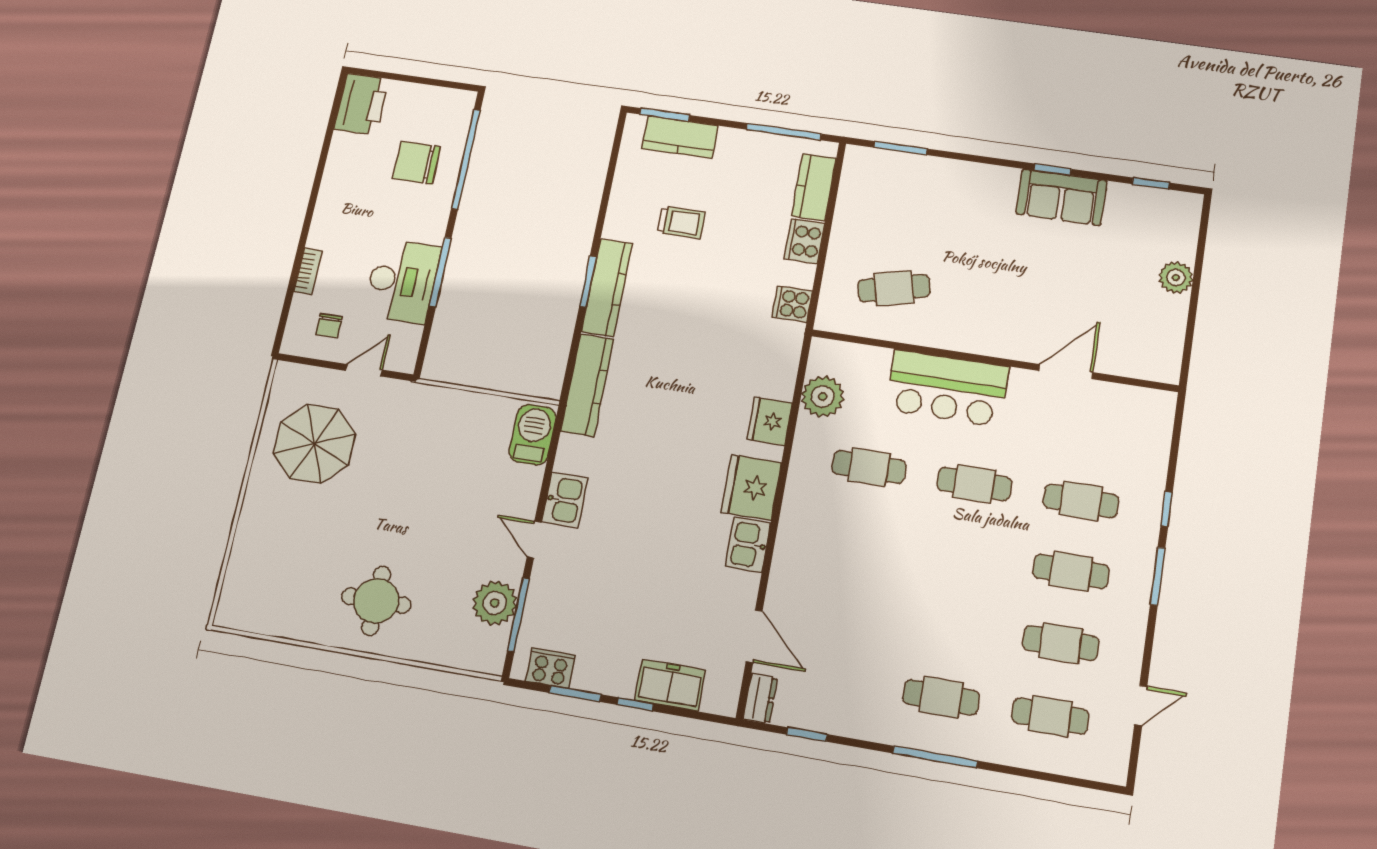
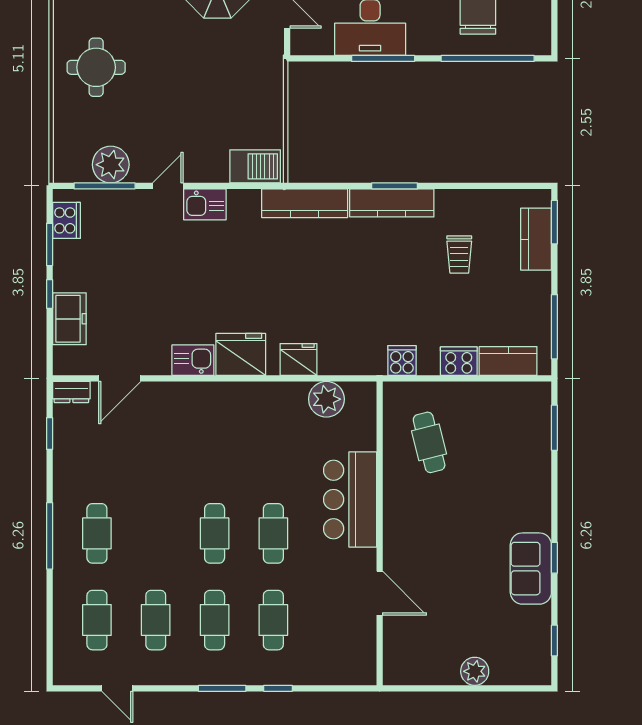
cafe table: (869, 467) -> (215, 533), moved

